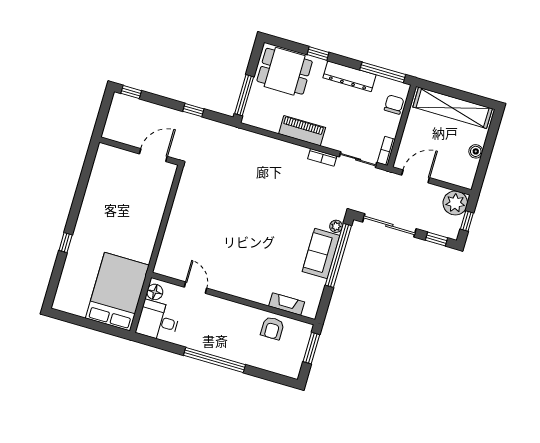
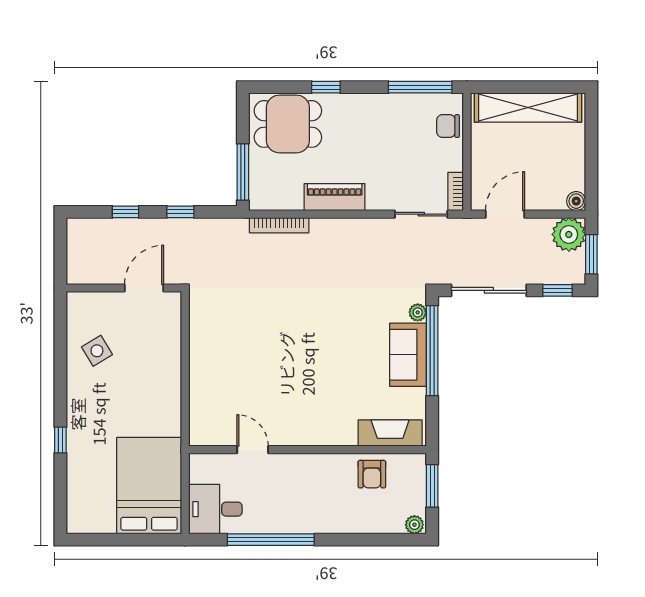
dresser: (349, 76) -> (377, 105), removed
window: (131, 92) -> (125, 212), moved
chair: (394, 105) -> (448, 126), turned -90
boiler: (476, 151) -> (576, 201), moved
bookcase: (322, 157) -> (279, 225), moved, width x1.56
side table: (108, 189) -> (97, 351), added
window: (467, 221) -> (591, 254), width x1.50
floor lamp: (155, 292) -> (200, 471), removed
fireplace: (287, 304) -> (390, 433), width x1.37, depth x1.32
window: (215, 360) -> (271, 540), moved
plant: (292, 371) -> (414, 525), added

